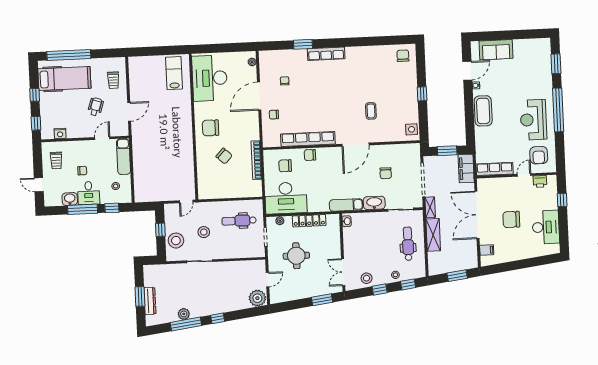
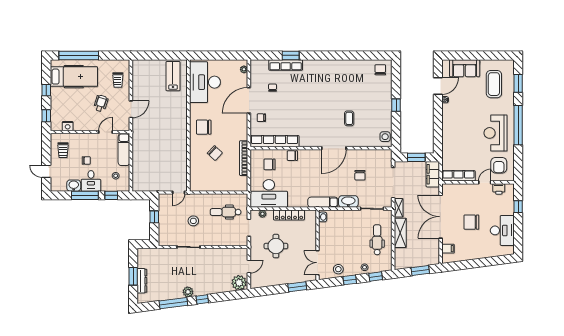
row of seats: (326, 54) -> (286, 65), moved
coffee table: (483, 111) -> (494, 84), moved
row of seats: (308, 139) -> (275, 141), moved
stool: (176, 241) -> (168, 227), removed
plant: (184, 314) -> (188, 292), moved

